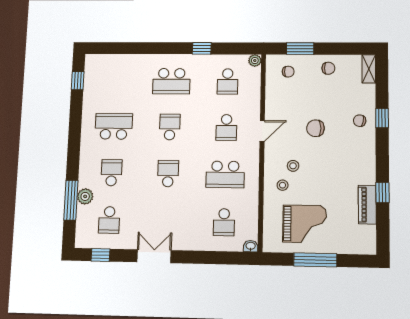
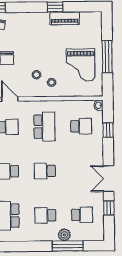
grand piano: (305, 224) -> (80, 65), turned 180
window: (101, 255) -> (109, 208), moved
window: (217, 258) -> (108, 130), added

